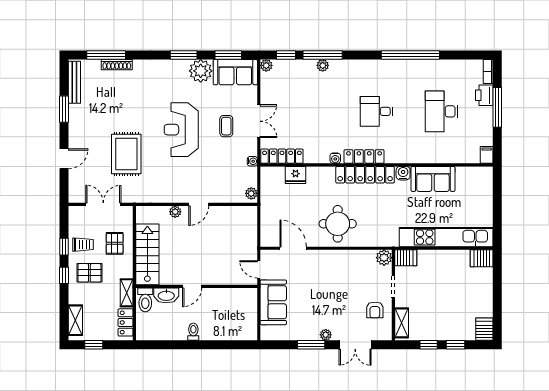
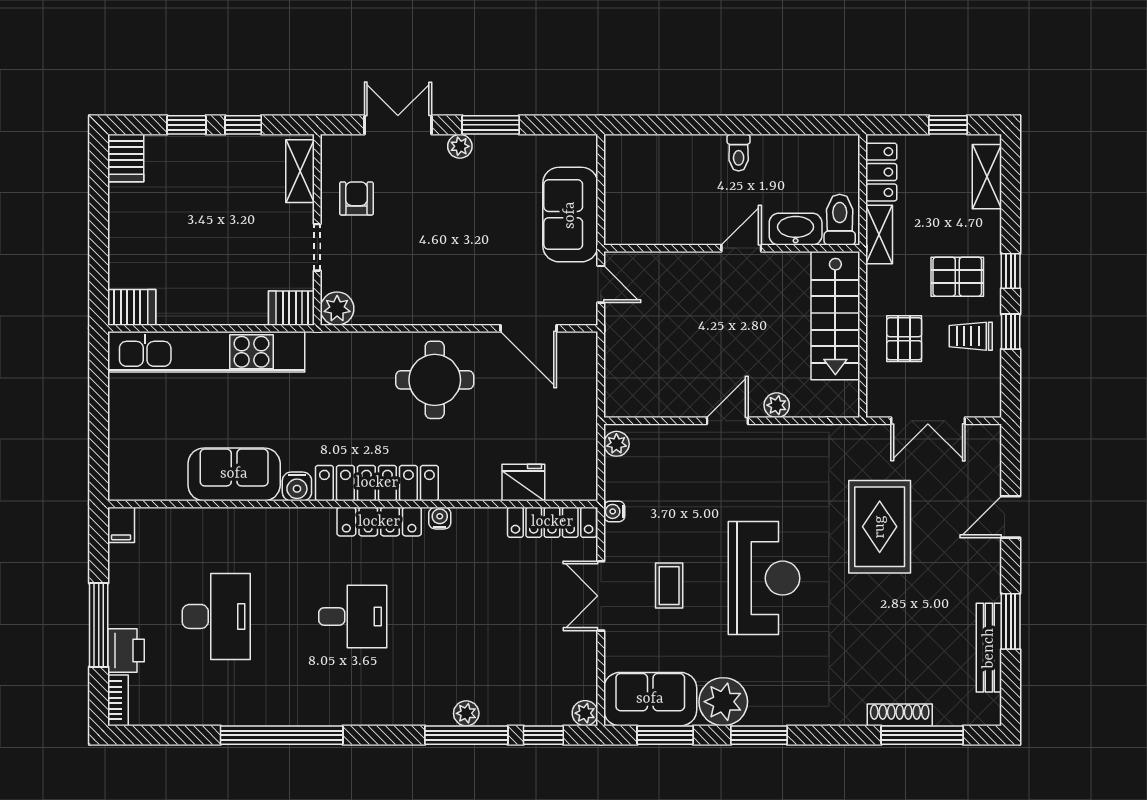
bench: (74, 82) -> (989, 648), moved

